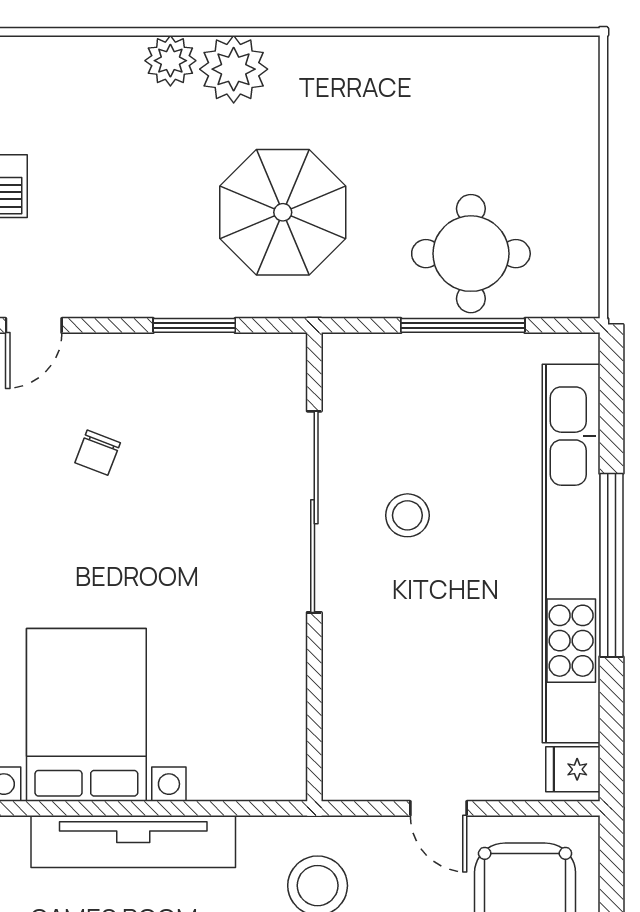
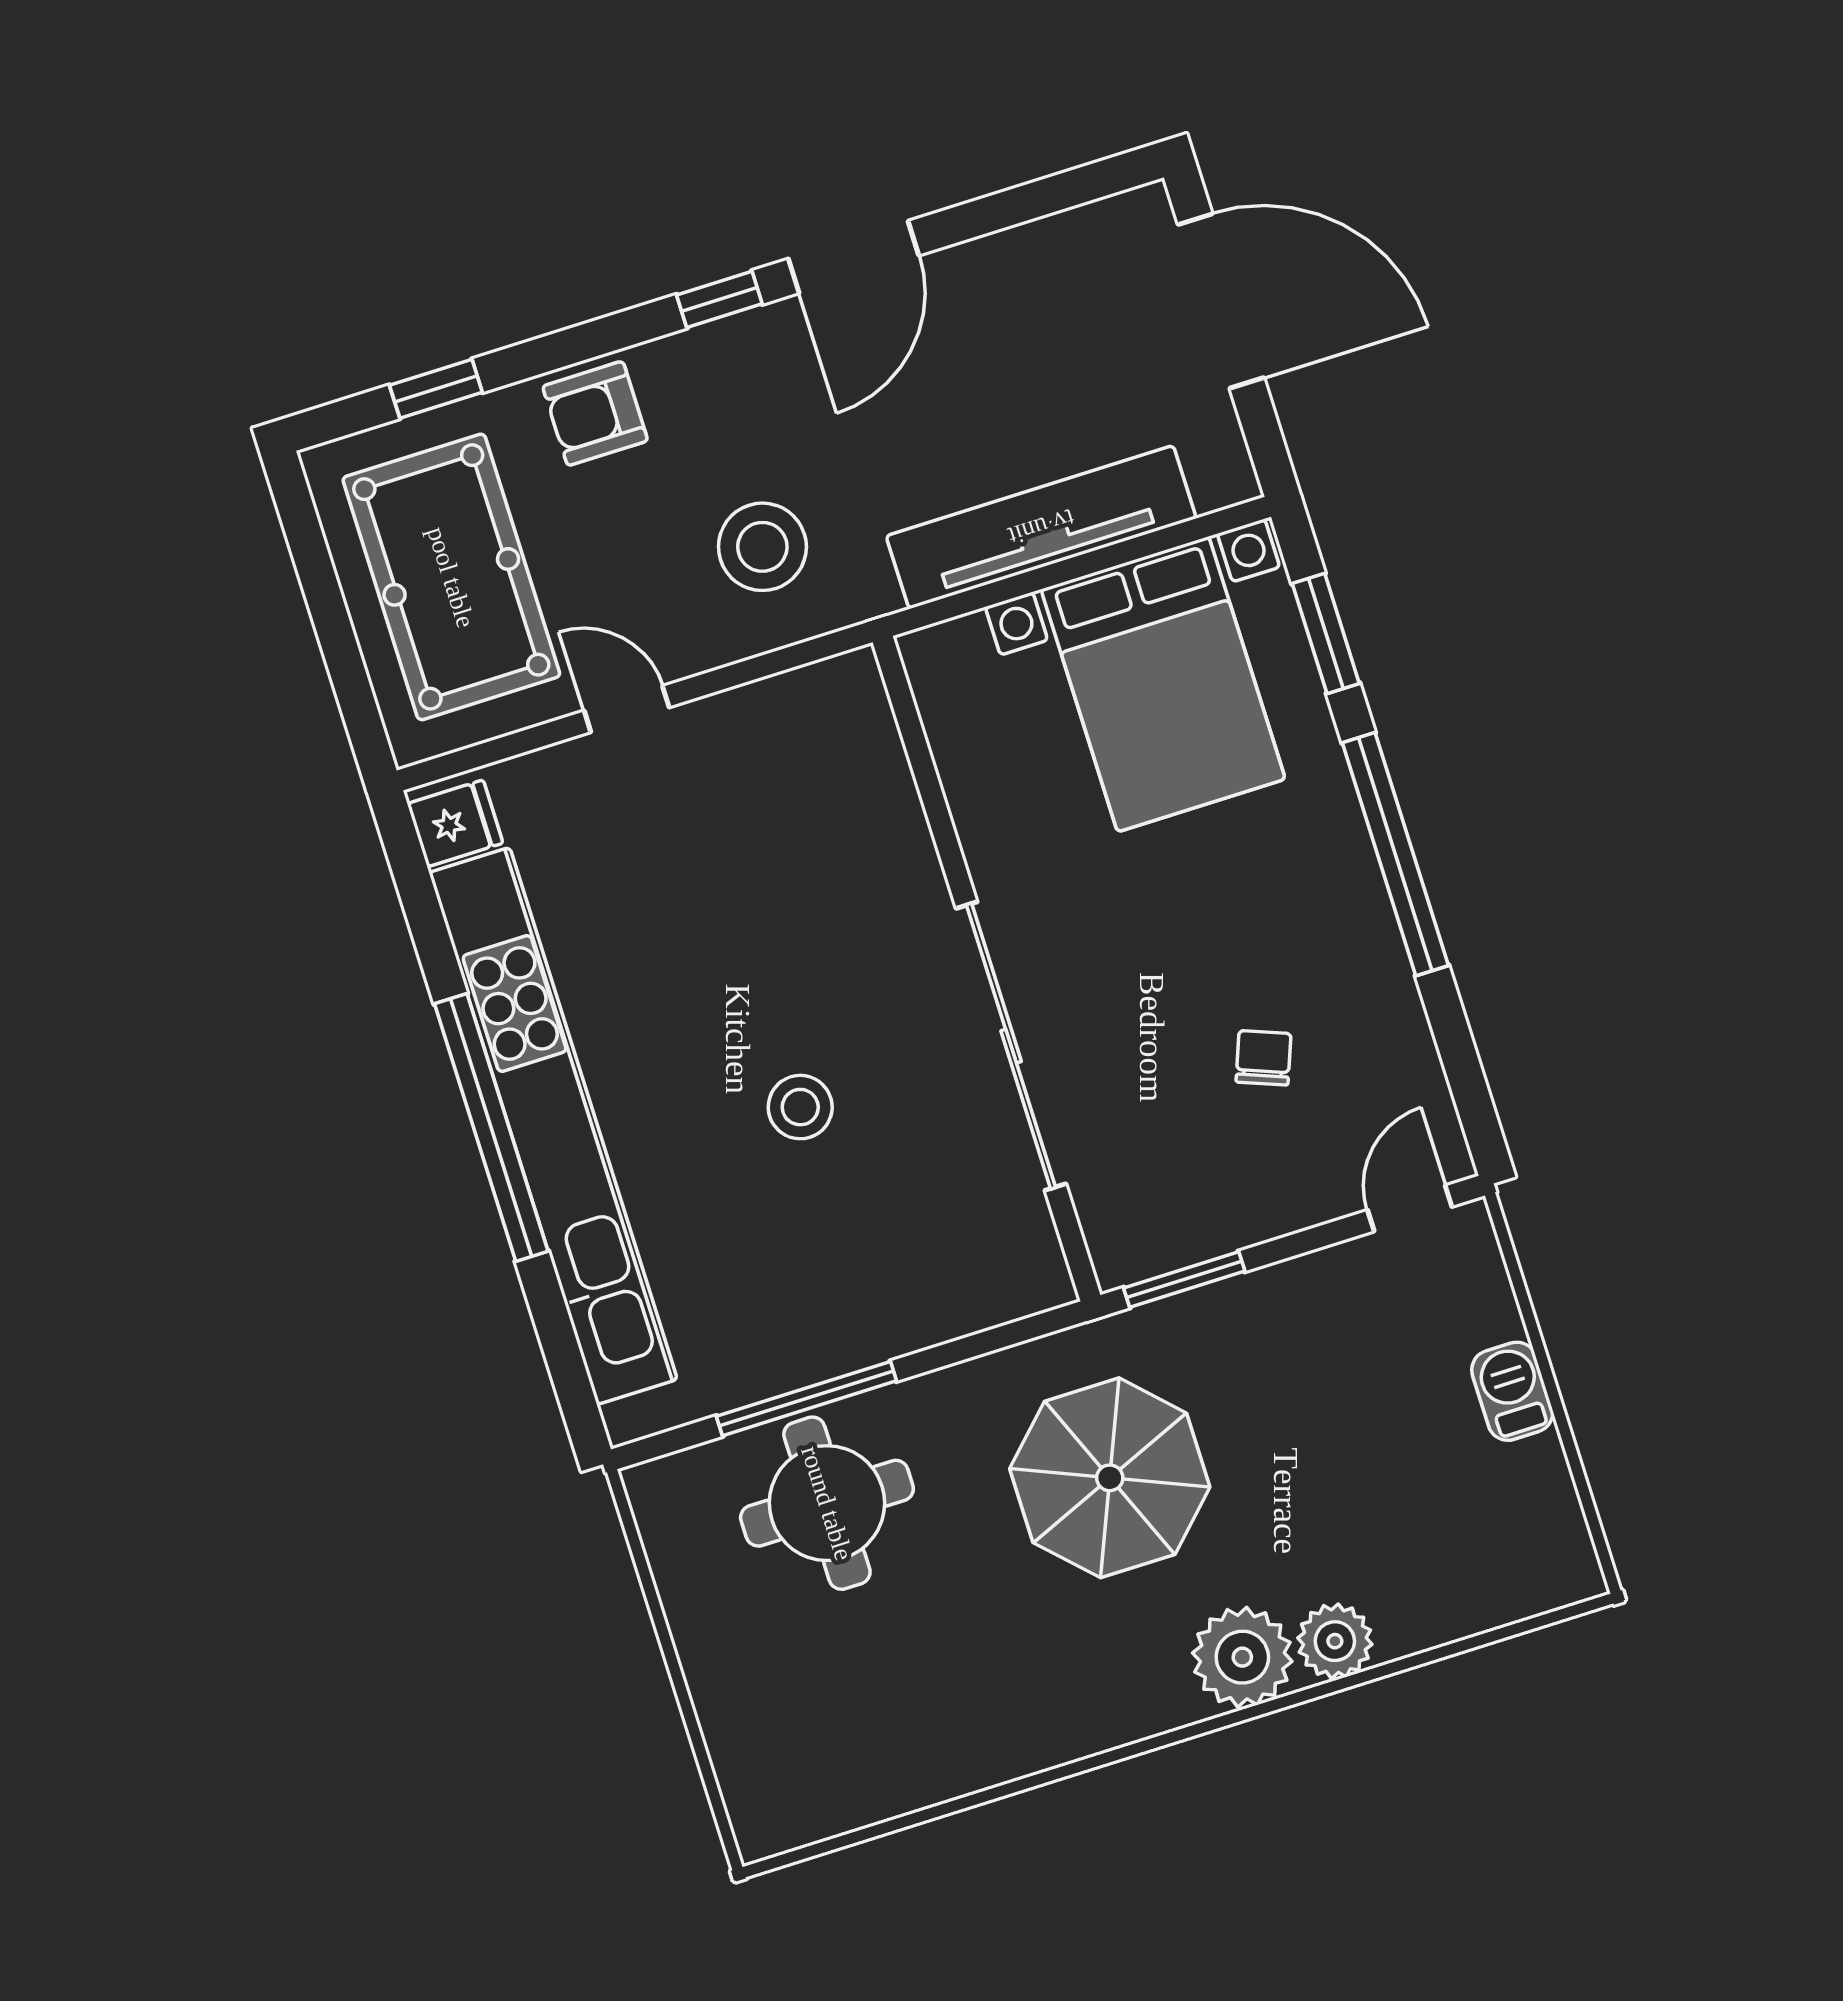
sliding door: (314, 512) -> (1011, 1046), moved
wall: (314, 567) -> (987, 969), moved

